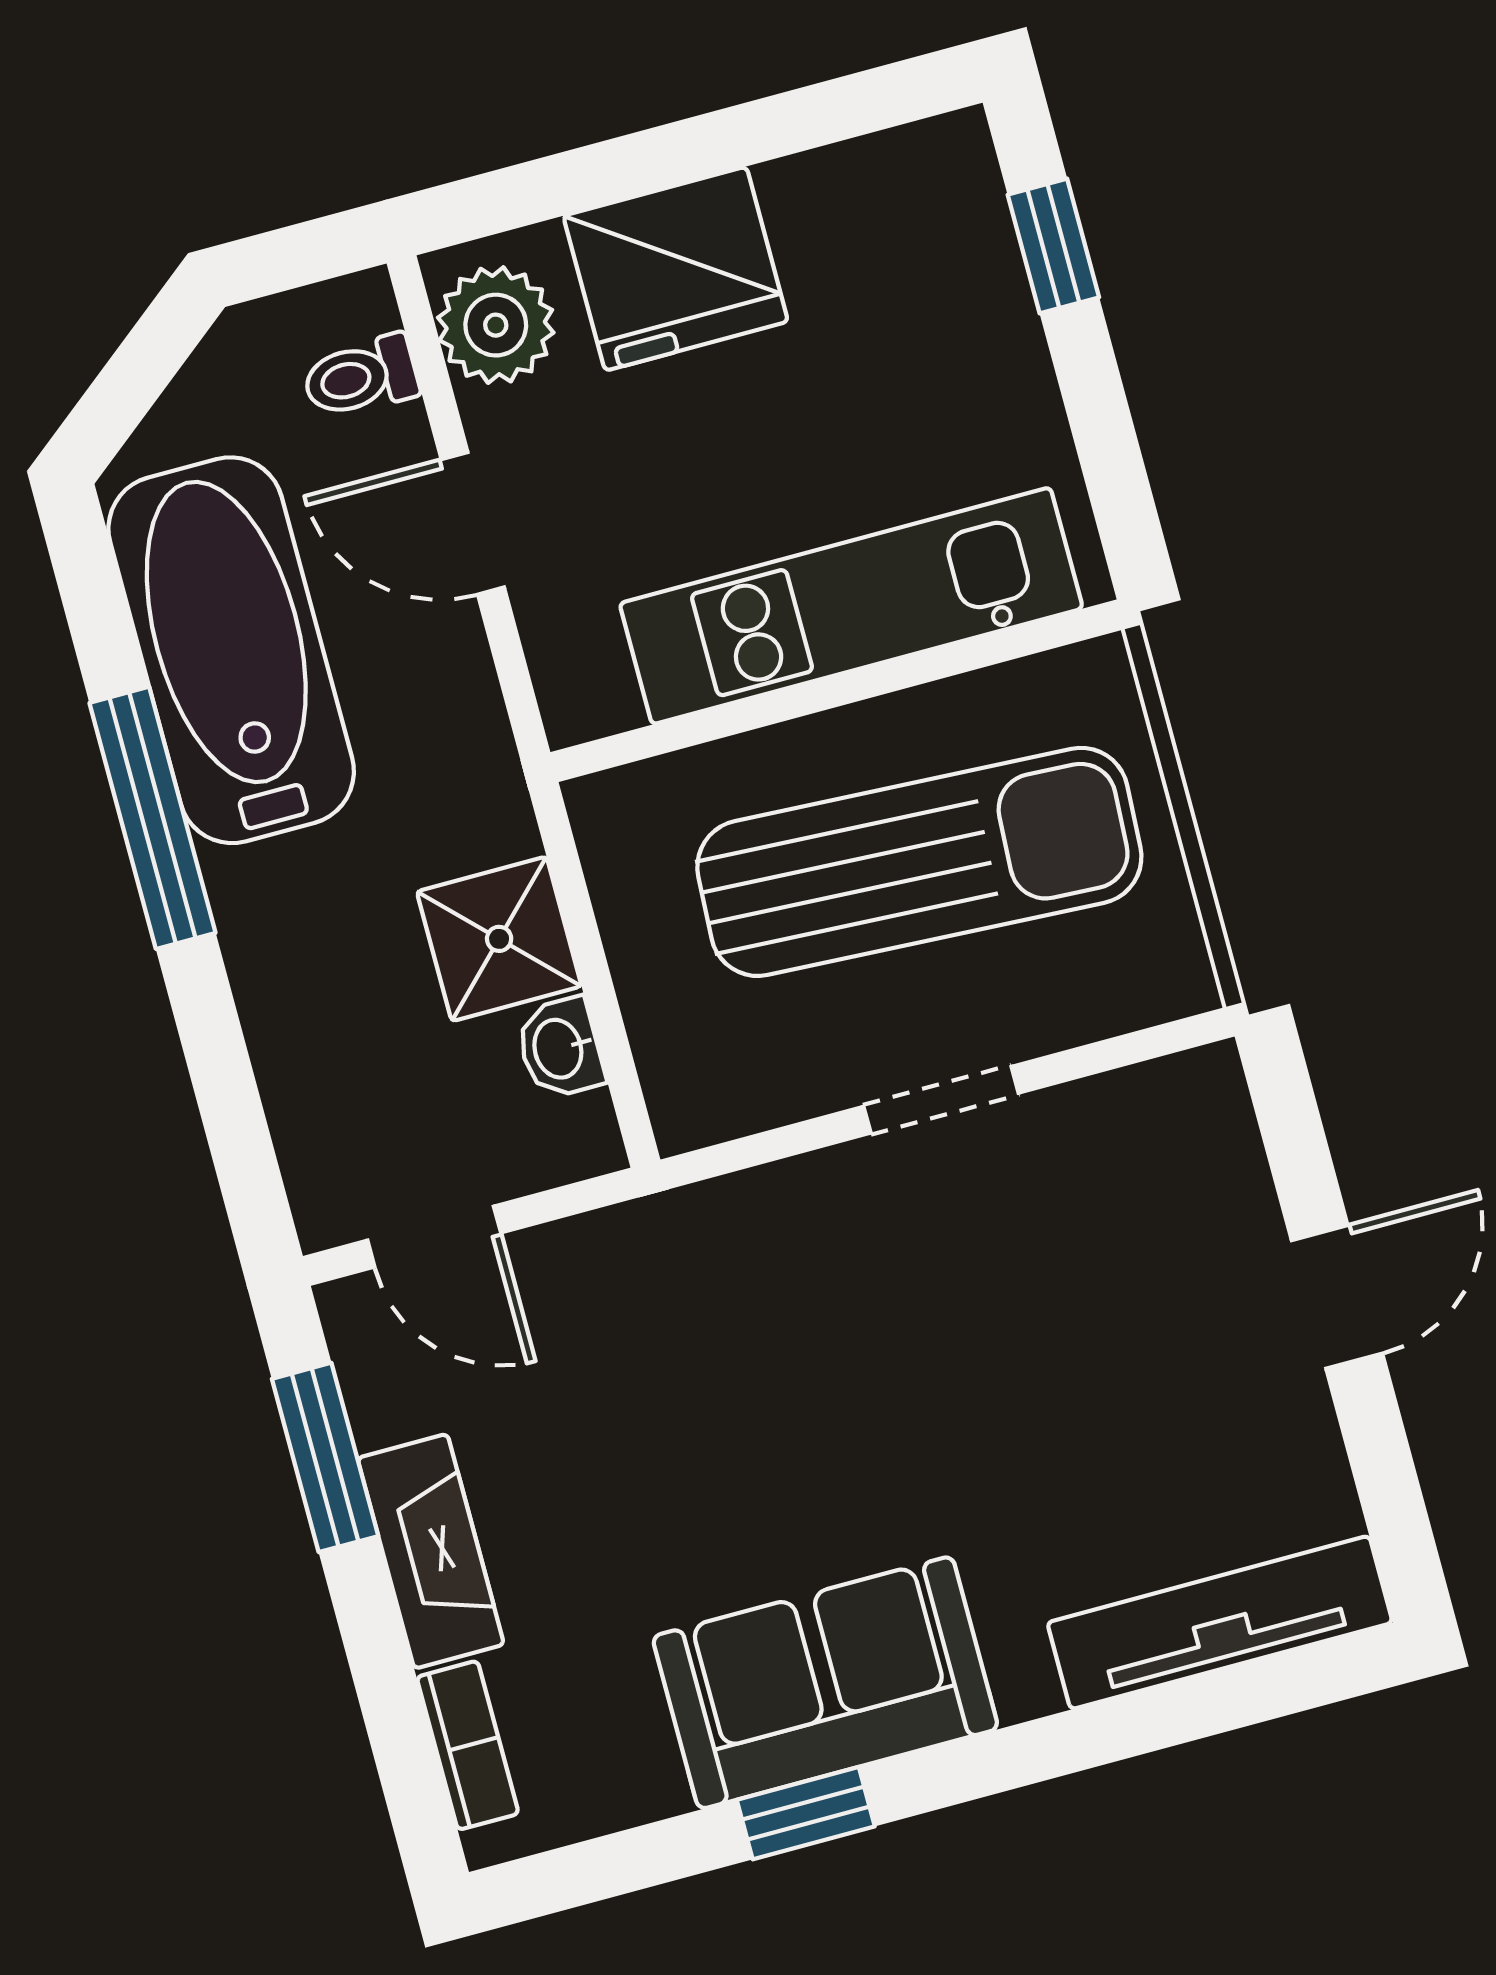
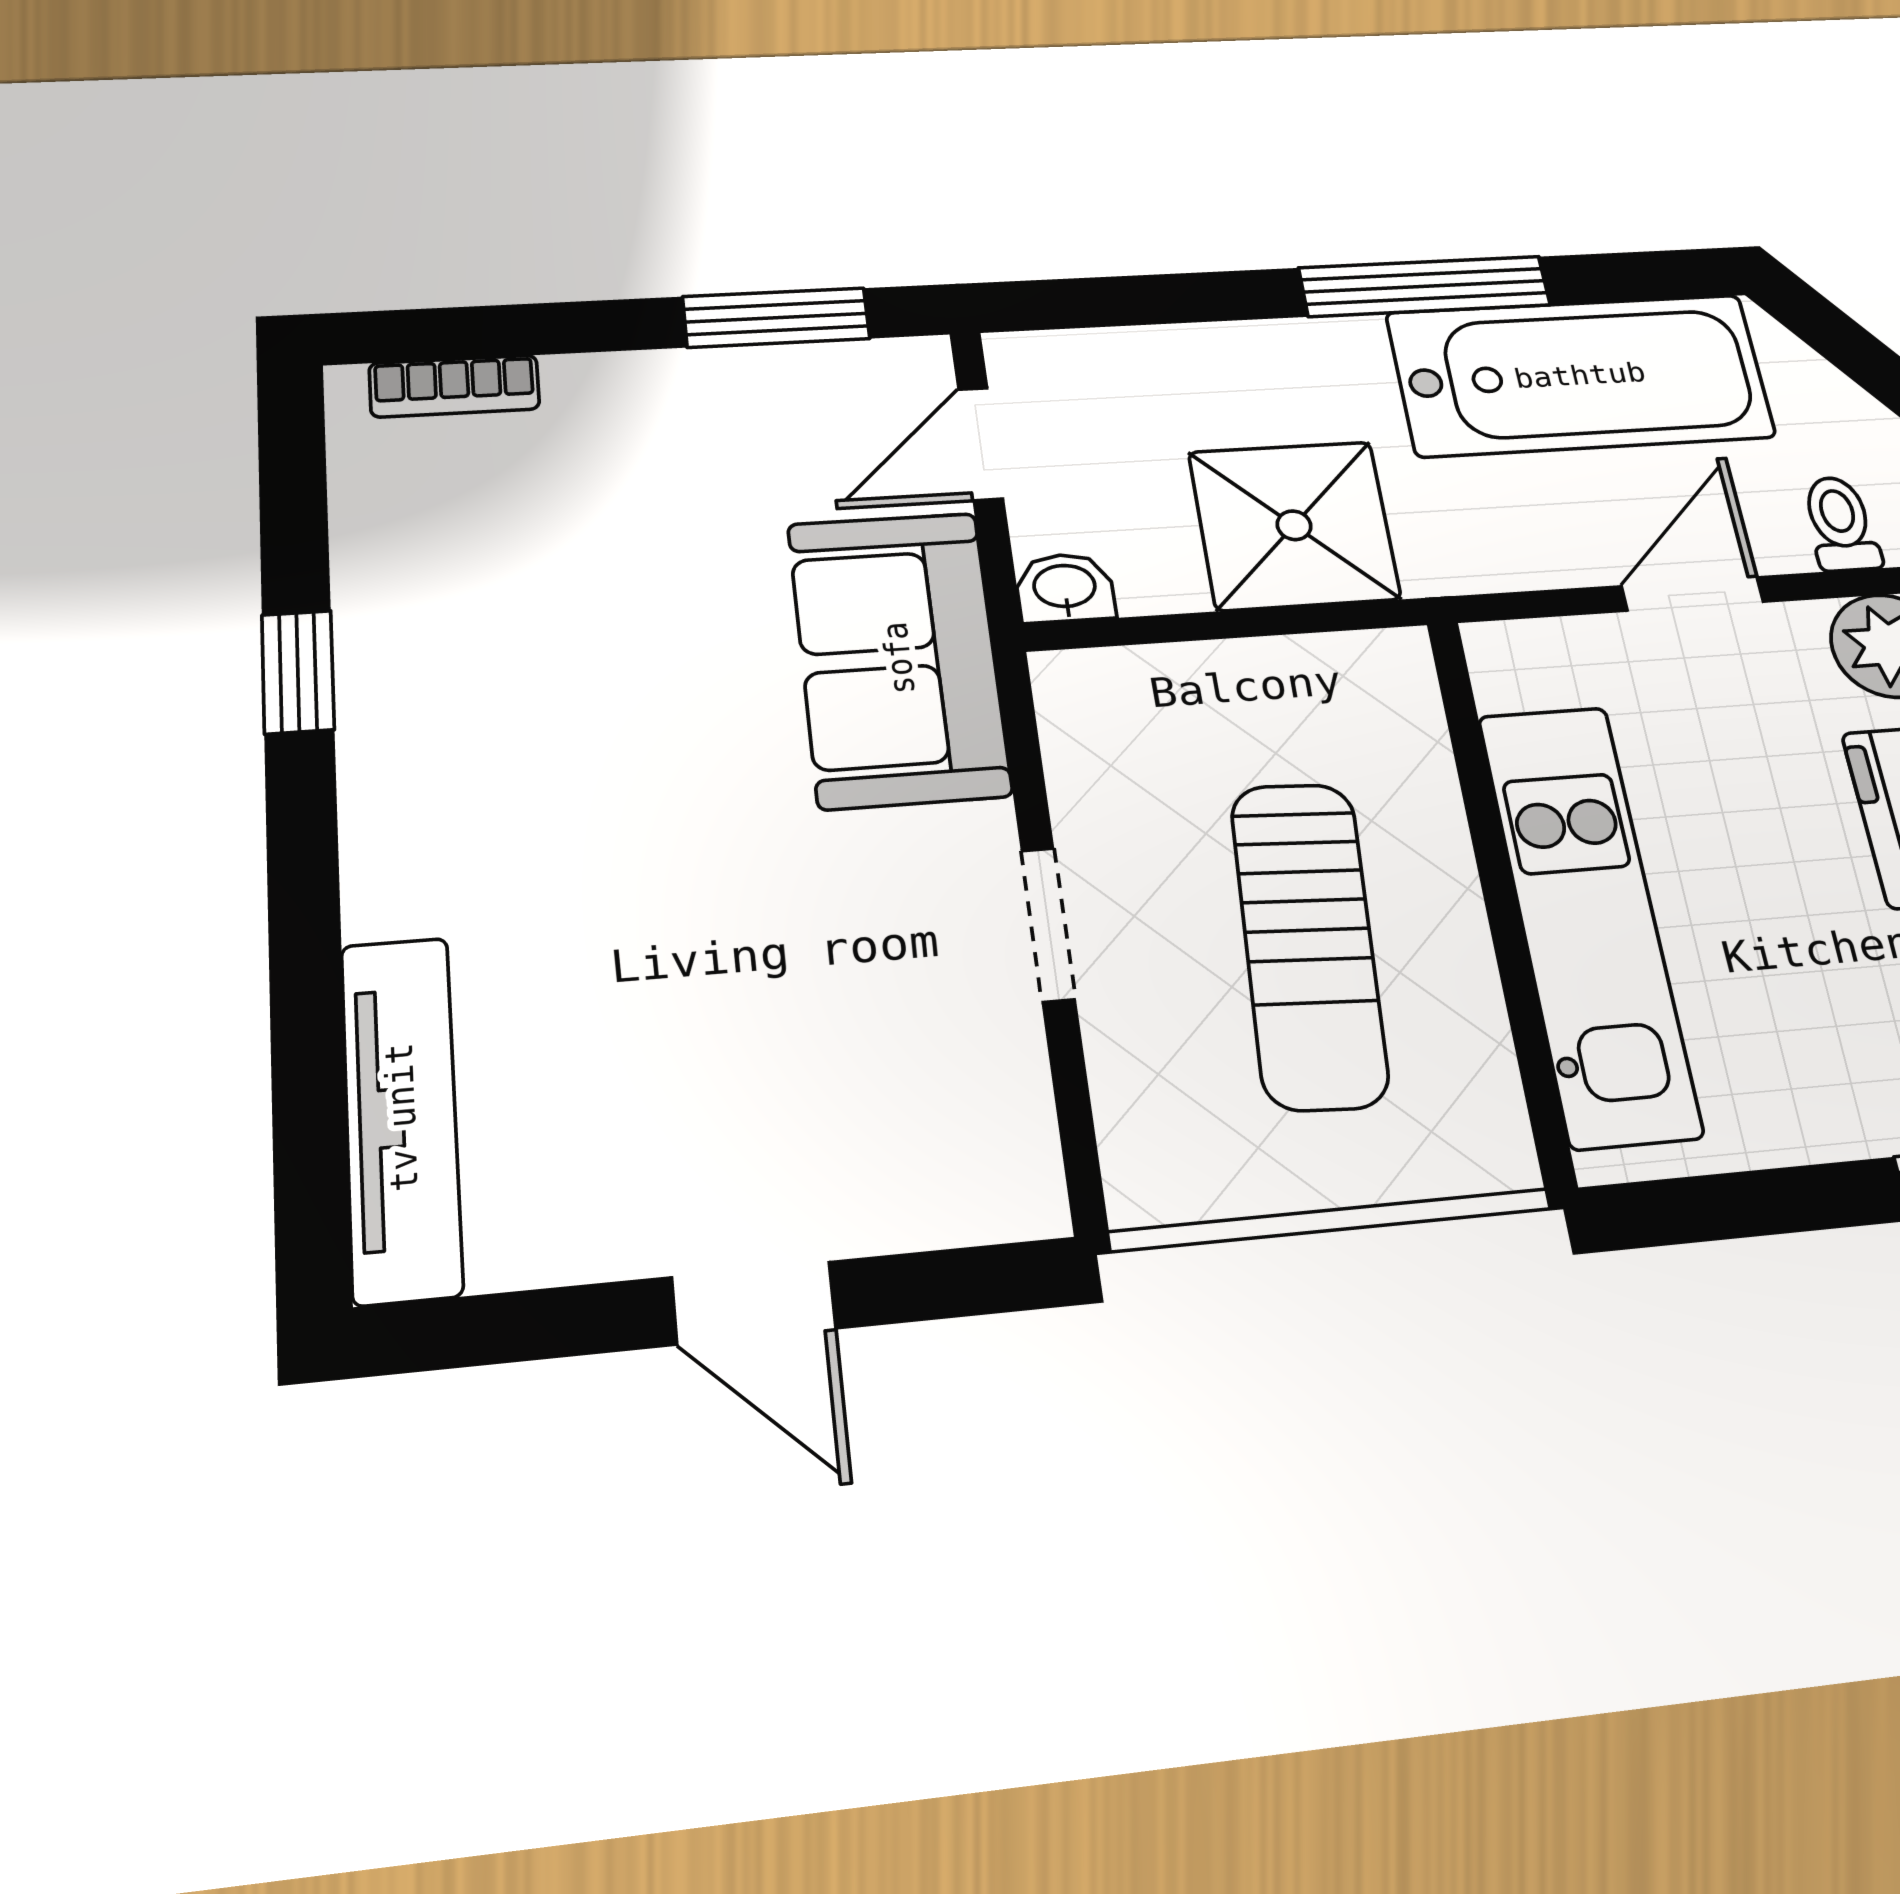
sun lounger: (919, 862) -> (1309, 944), width x0.73, depth x0.75
shower: (499, 939) -> (1294, 525), width x1.36, depth x1.36
washbasin: (560, 1048) -> (1065, 588), moved
fireplace: (431, 1551) -> (661, 388), removed
sofa: (825, 1683) -> (898, 658), moved, turned 180

